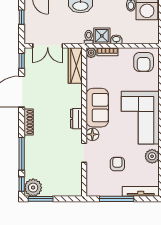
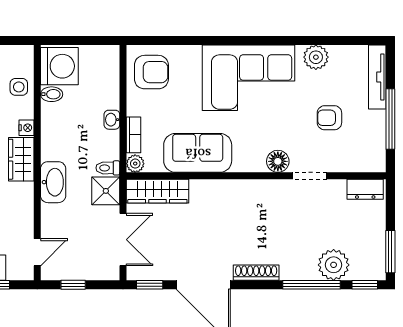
shower: (102, 36) -> (106, 191), moved
sofa: (97, 108) -> (198, 153), moved
dresser: (76, 119) -> (365, 189), moved
plant: (33, 188) -> (334, 265), moved

